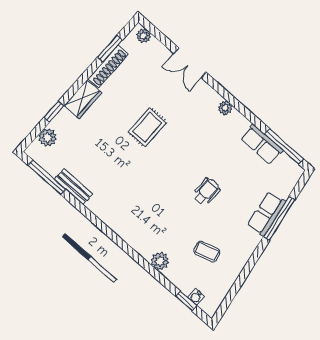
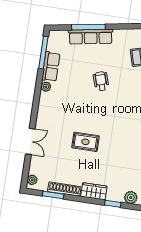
plant: (225, 108) -> (46, 87), moved
wheelchair: (206, 192) -> (101, 81), turned 72
row of seats: (266, 214) -> (91, 37), width x1.48

